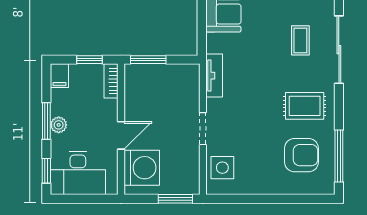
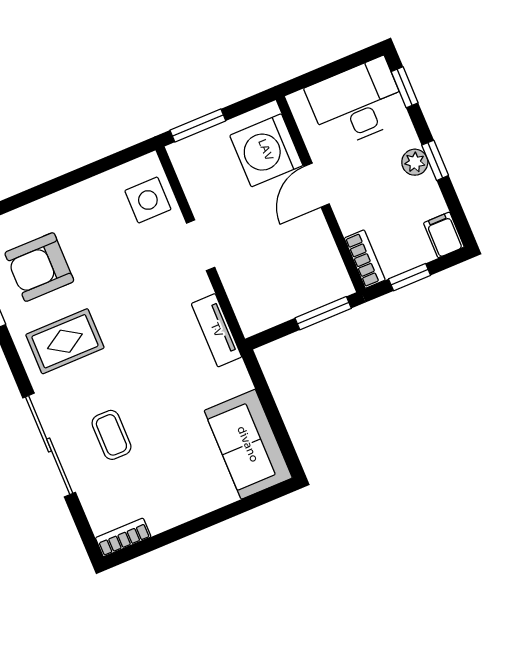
window: (46, 121) -> (435, 160), width x0.67

